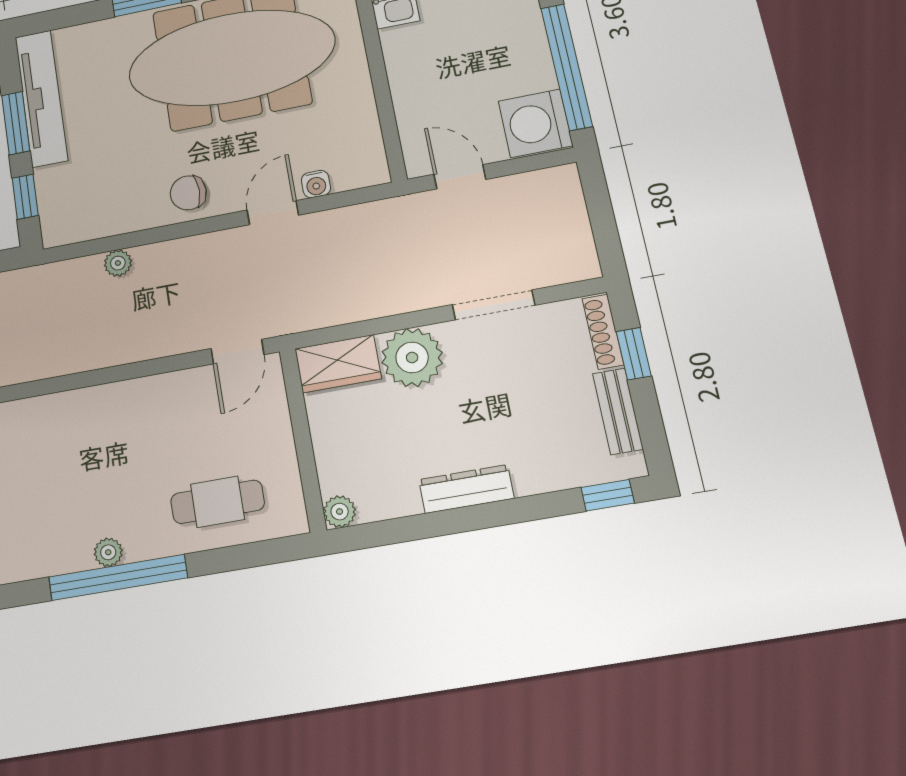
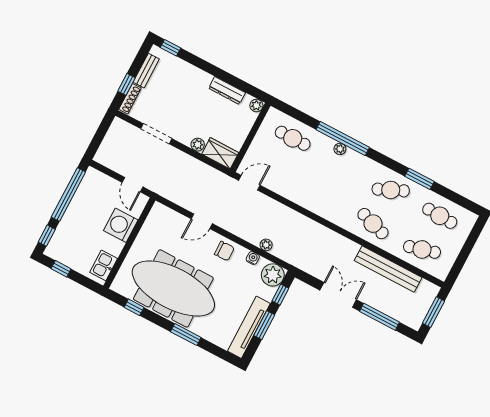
washing machine: (535, 123) -> (121, 225), moved, turned 180
water cooler: (316, 184) -> (253, 258), moved
plant: (65, 220) -> (273, 275), added
plant: (412, 357) -> (198, 145), width x0.53, depth x0.53
dresser: (466, 489) -> (227, 90), moved

